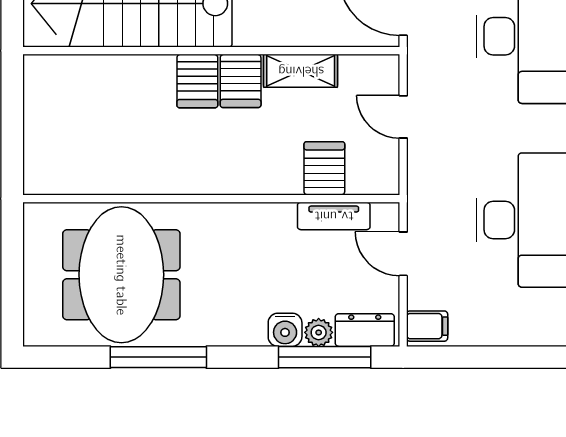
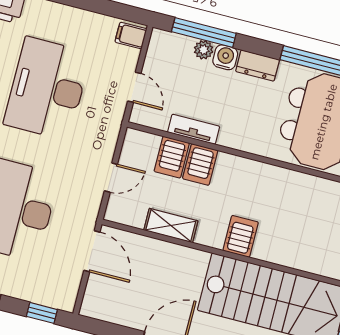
server rack: (241, 81) -> (200, 164), moved, turned 180
door: (403, 117) -> (111, 178), hinge flipped
tv unit: (334, 216) -> (194, 129), moved
dresser: (365, 330) -> (258, 66), moved

